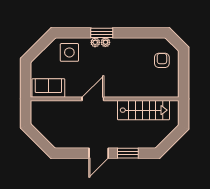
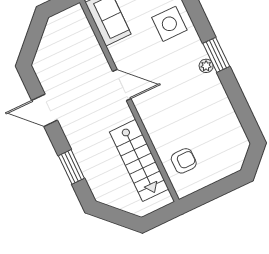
plant: (95, 42) -> (199, 52), removed
armchair: (162, 60) -> (184, 161), moved
door: (99, 153) -> (45, 110), moved

